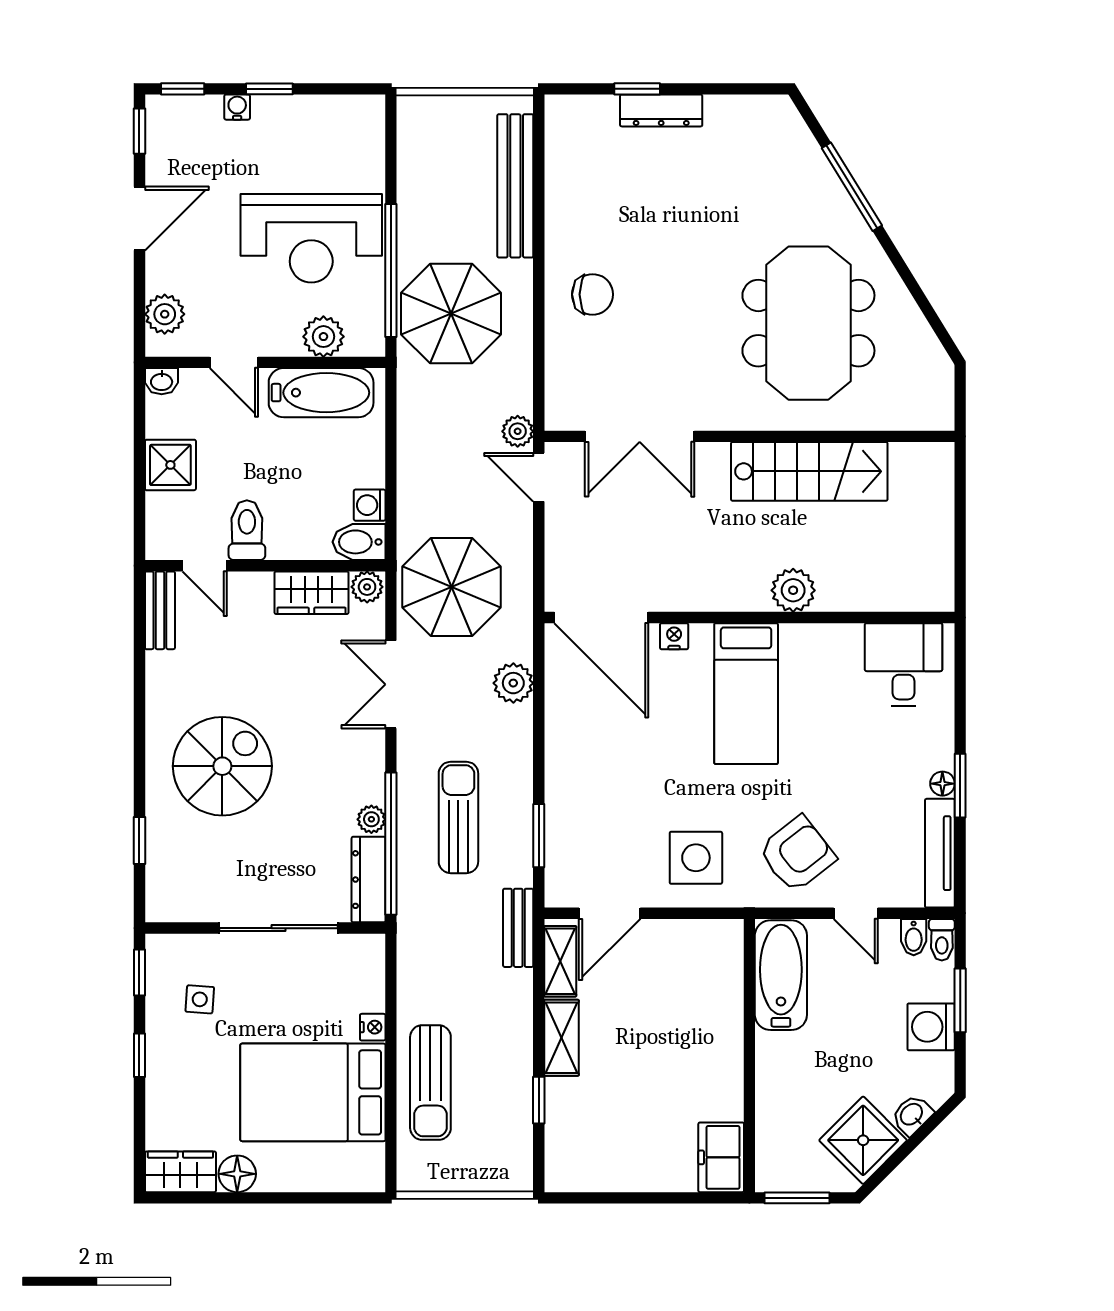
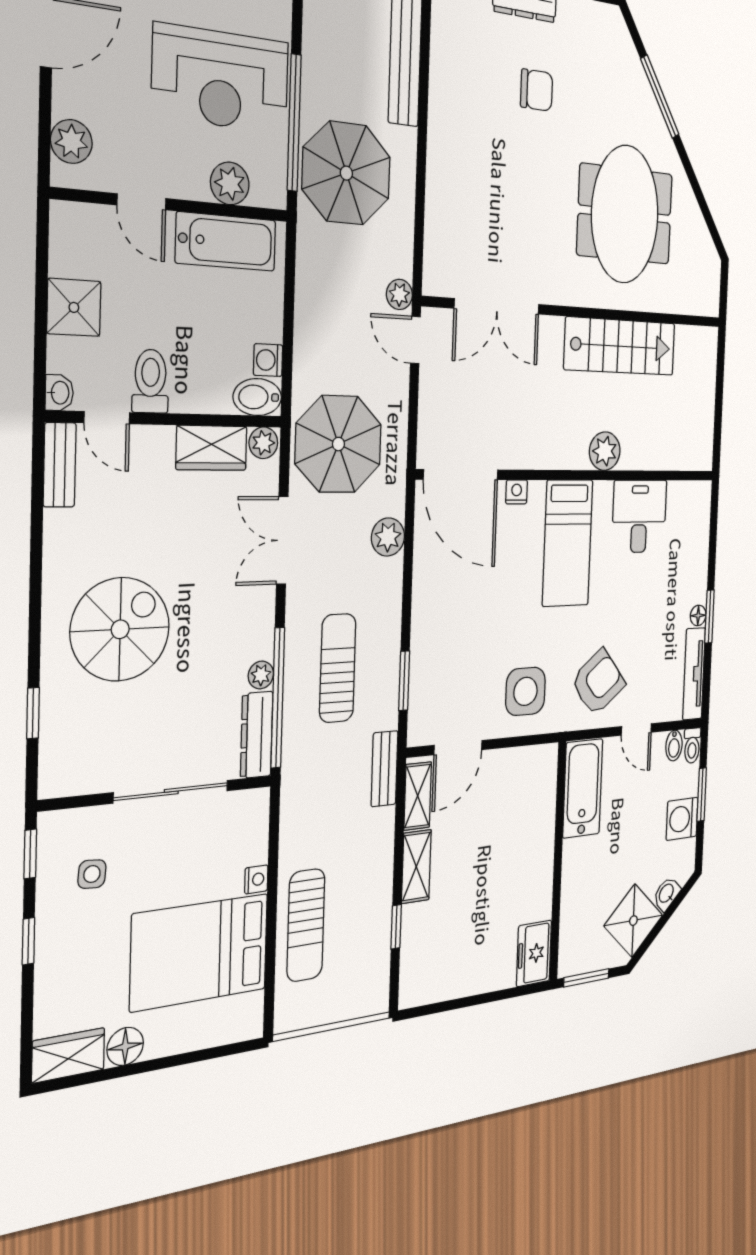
chair: (593, 294) -> (537, 90), moved
washbasin: (162, 381) -> (59, 393), moved, turned -90
desk: (904, 665) -> (639, 516), moved

